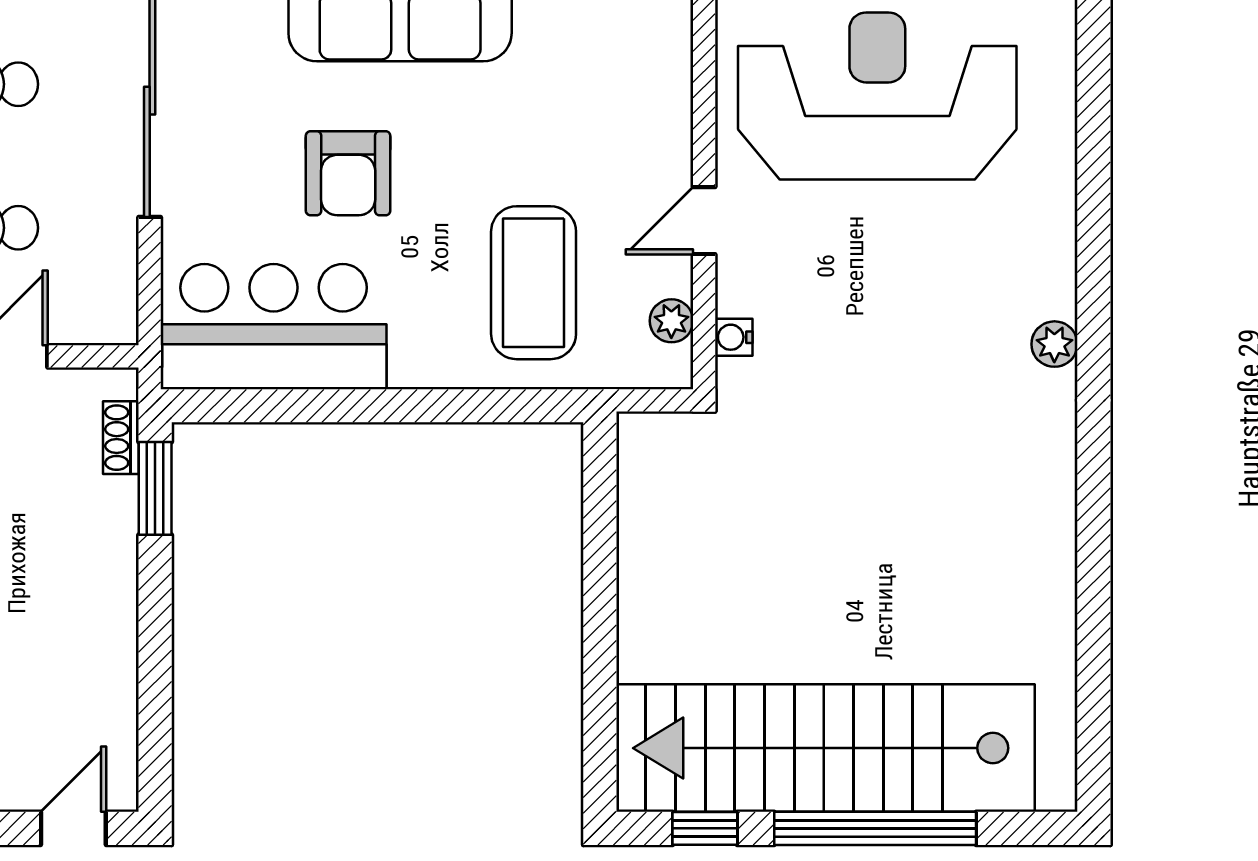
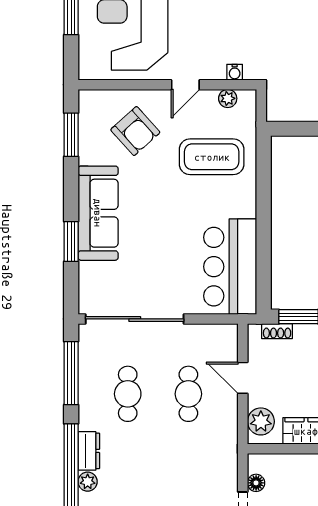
armchair: (348, 173) -> (135, 131), moved, turned 48
door: (704, 221) -> (185, 85), hinge flipped

